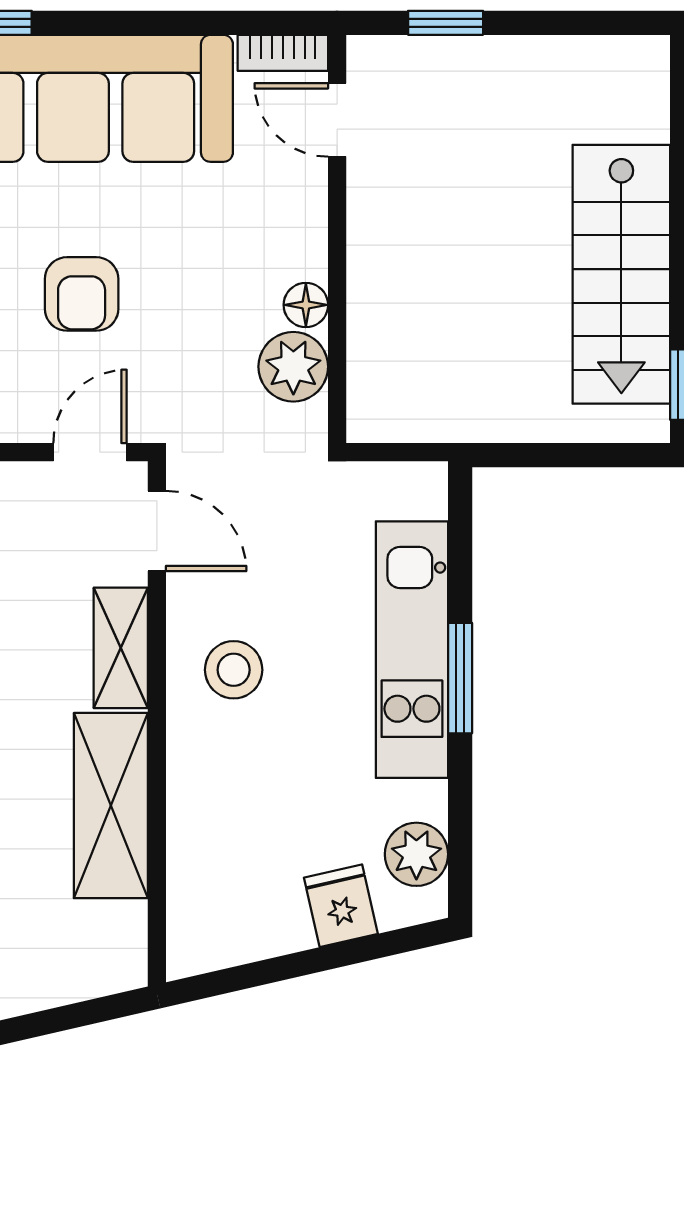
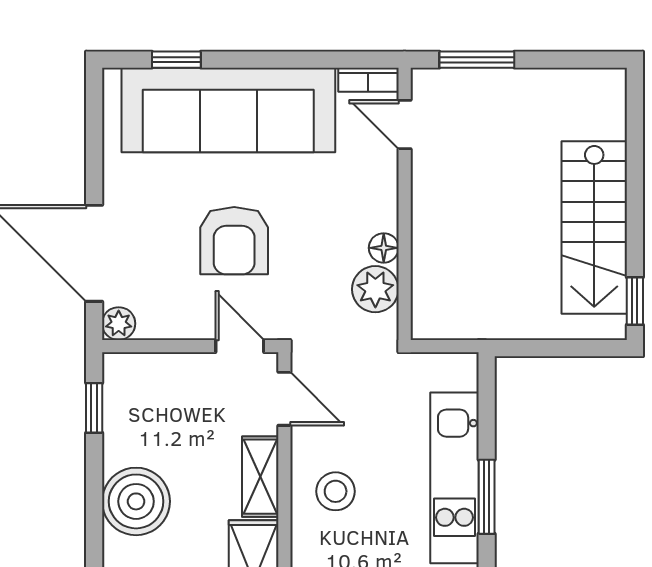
window: (446, 23) -> (477, 60), width x1.50
armchair: (82, 294) -> (234, 241), width x1.38, depth x1.38
door: (90, 452) -> (240, 346), hinge flipped

